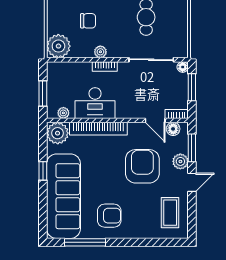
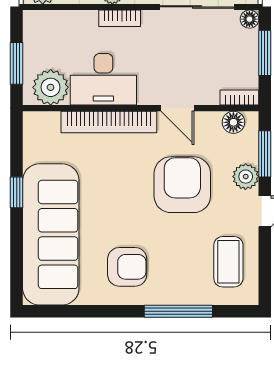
plant: (63, 113) -> (51, 87), width x1.87, depth x1.87
door: (155, 120) -> (177, 108), moved
plant: (58, 133) -> (41, 129), removed
window: (85, 242) -> (178, 311), moved

